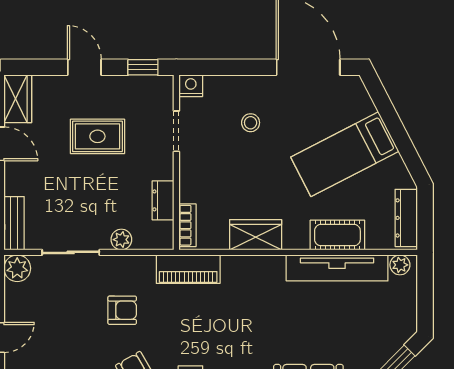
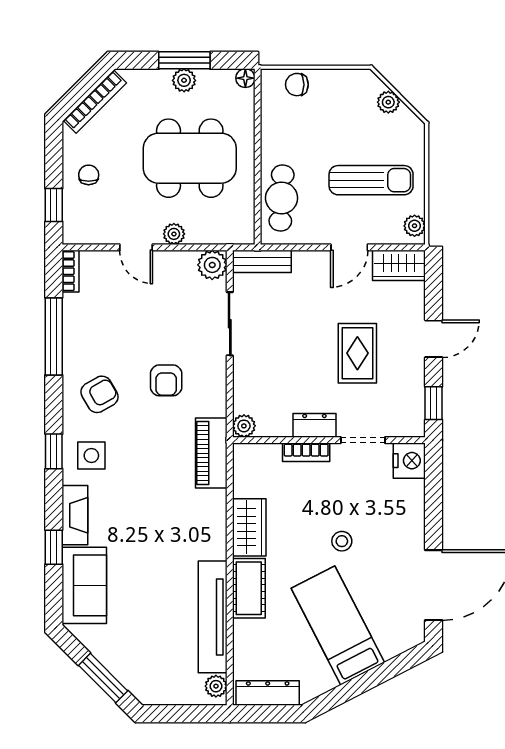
nightstand: (191, 86) -> (409, 461), width x1.36, depth x1.33
stool: (251, 123) -> (342, 541), moved
dresser: (163, 200) -> (314, 425), moved
bookcase: (187, 225) -> (306, 452), moved
cot: (337, 235) -> (249, 588), moved
plant: (121, 240) -> (244, 426), moved

